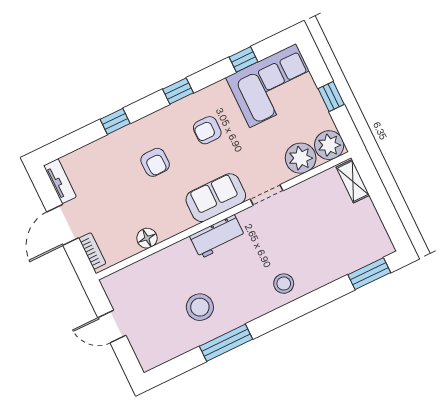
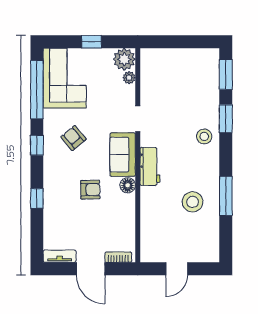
window: (244, 59) -> (37, 90), width x3.17
armchair: (207, 130) -> (73, 138), turned 140
plant: (301, 158) -> (129, 78), width x0.53, depth x0.53
armchair: (155, 162) -> (90, 190), moved
shelving: (353, 181) -> (157, 55), removed
floor lamp: (147, 238) -> (128, 185), moved
window: (317, 299) -> (226, 119), added

